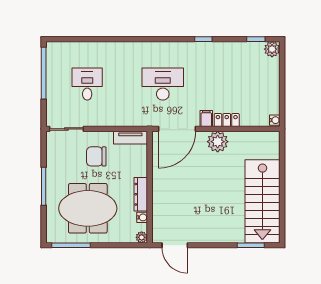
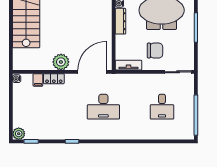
filing cabinet: (206, 119) -> (38, 80), moved

